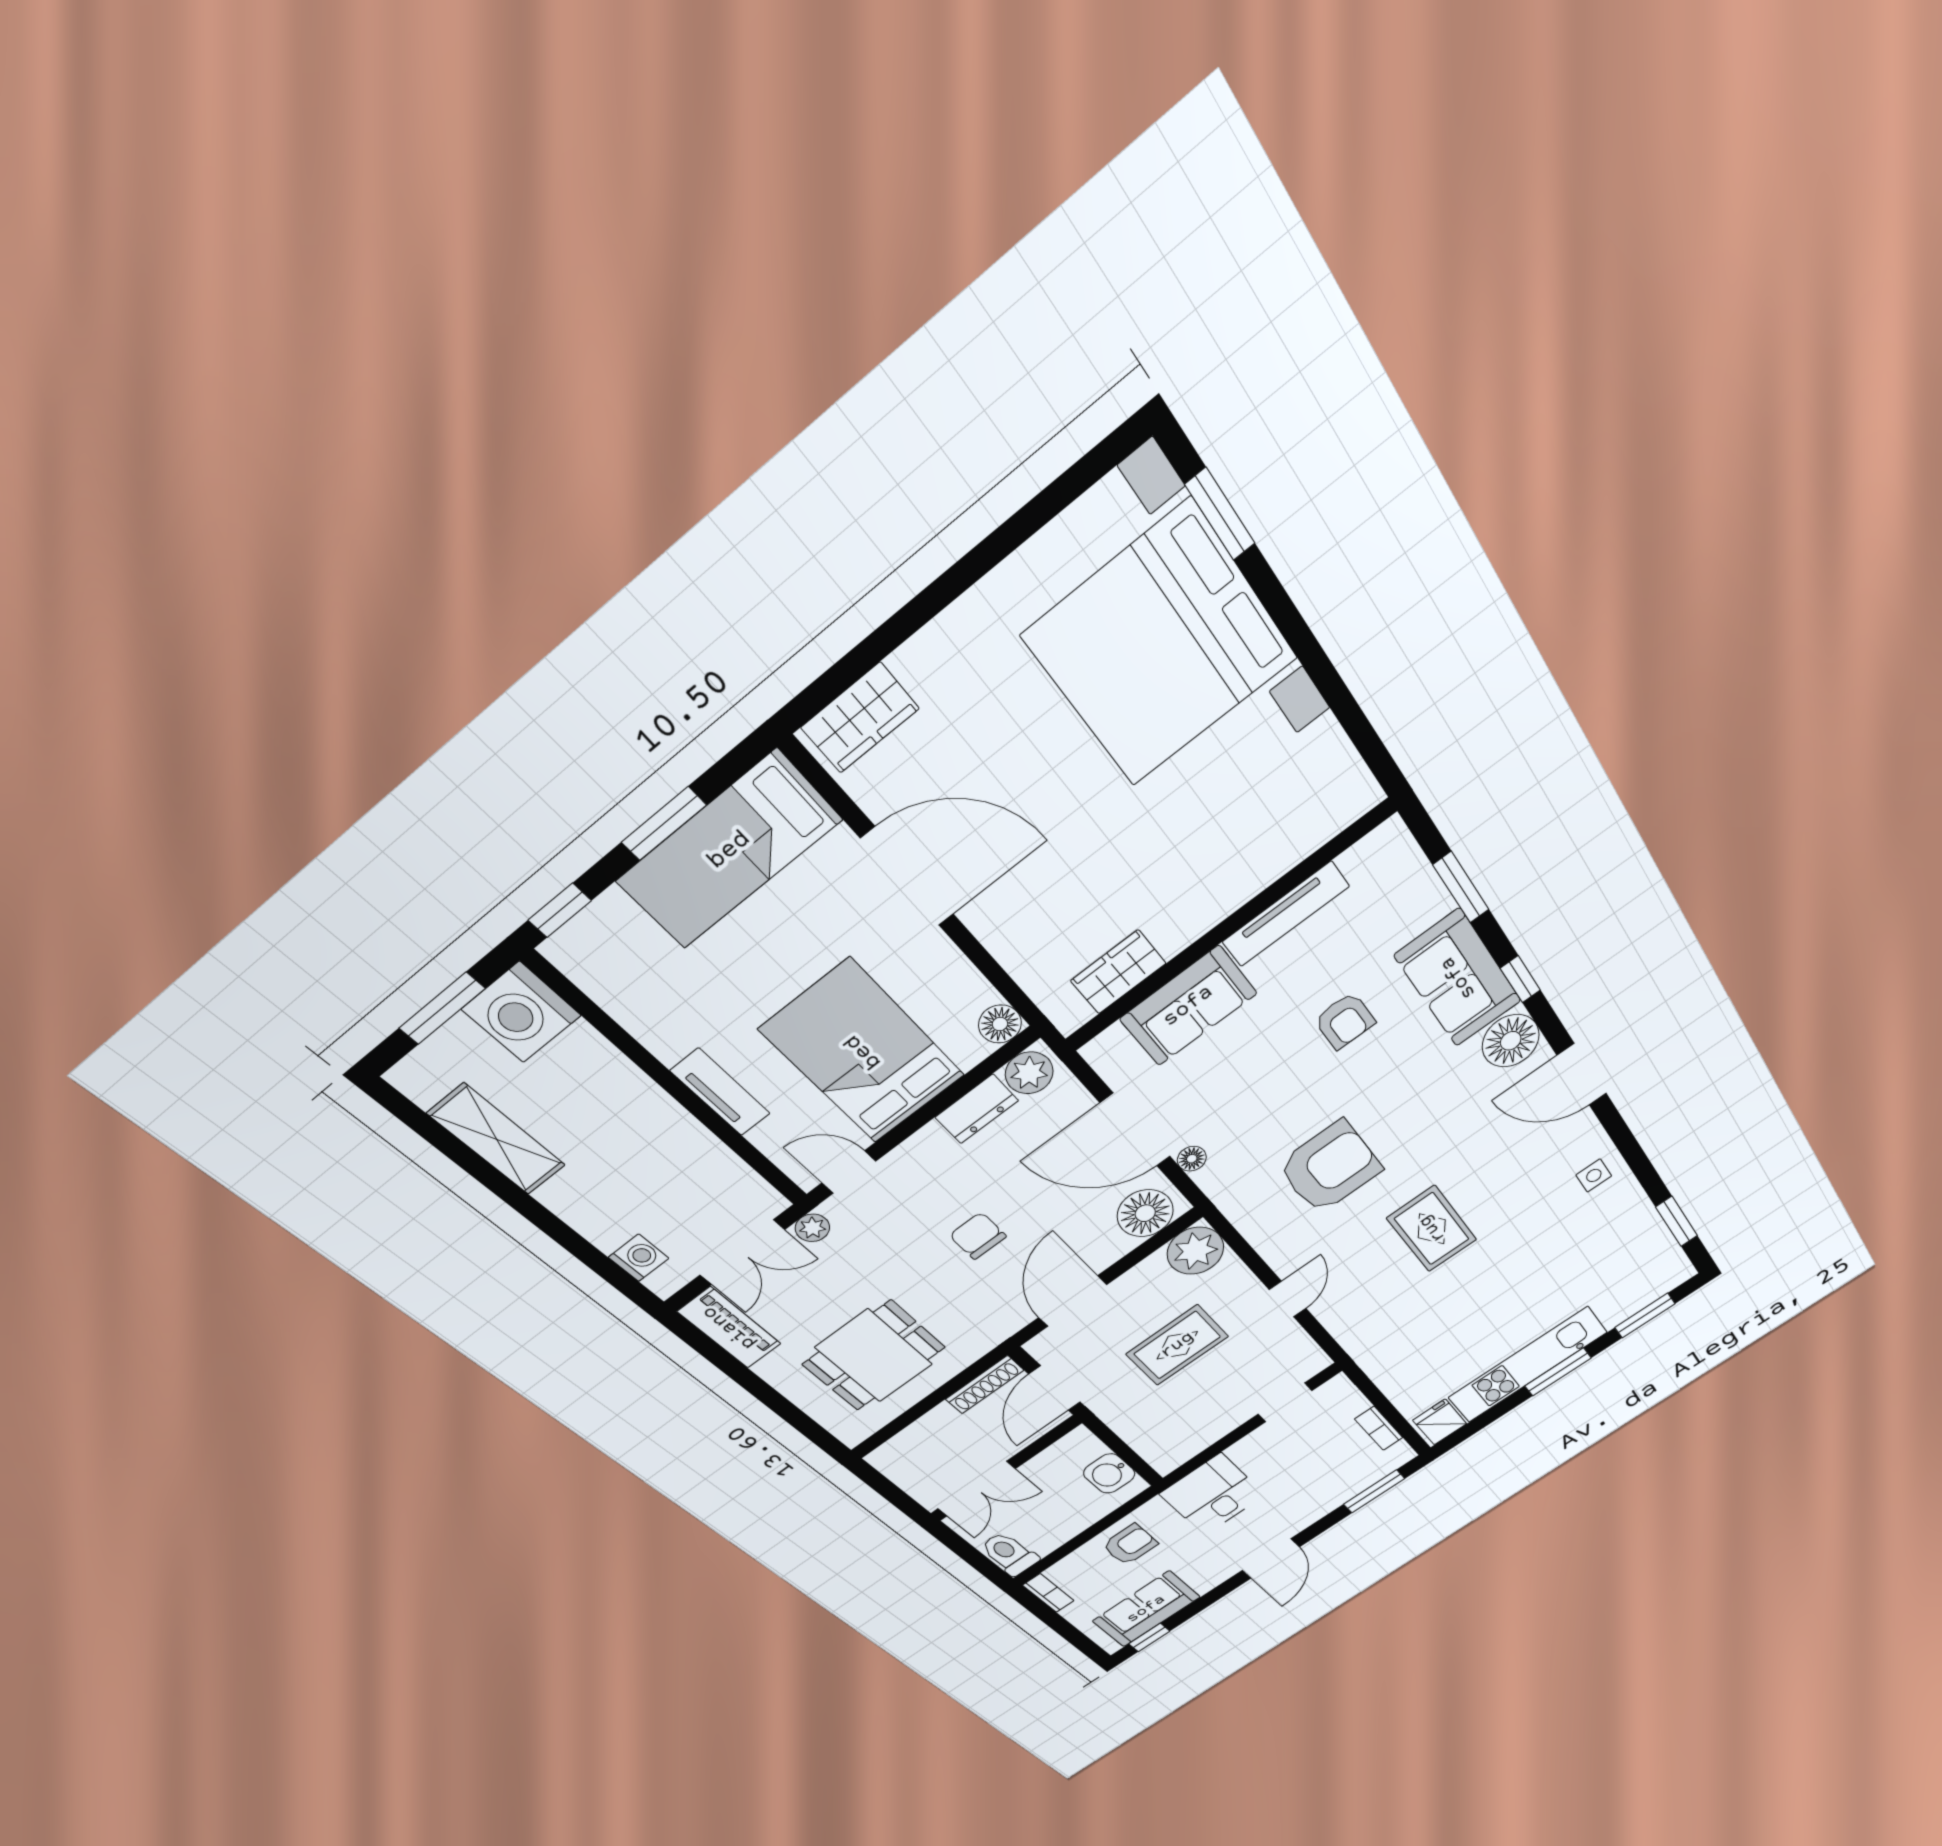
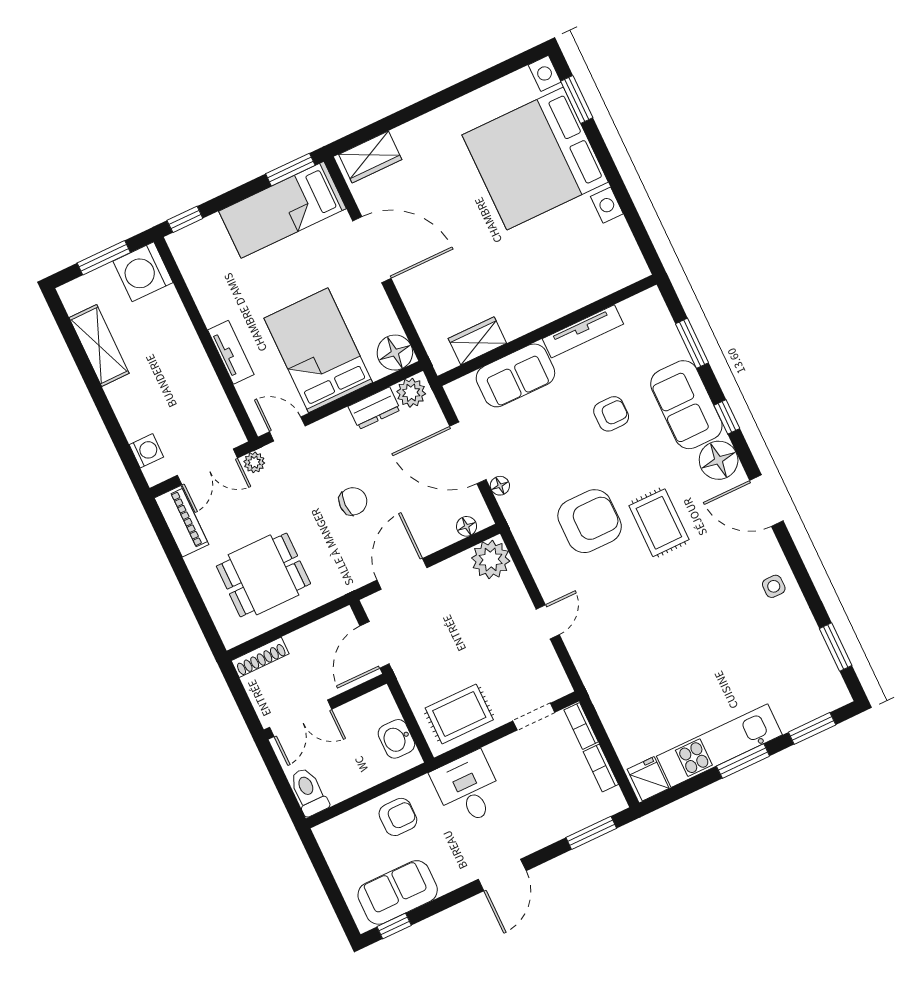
window: (664, 824) -> (290, 170), moved
armchair: (1345, 1021) -> (611, 414), turned -90
floor lamp: (1000, 1024) -> (395, 353), width x1.38, depth x1.38
floor lamp: (1145, 1213) -> (467, 526), width x0.53, depth x0.53
rug: (1432, 1229) -> (659, 523), moved
chair: (978, 1236) -> (353, 501), turned 90
rug: (1177, 1345) -> (459, 714), moved
shoe rack: (985, 1385) -> (260, 657), moved
bookcase: (1048, 1593) -> (581, 726), moved, turned 180

